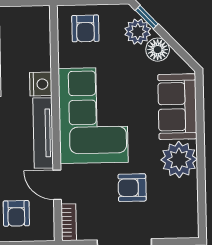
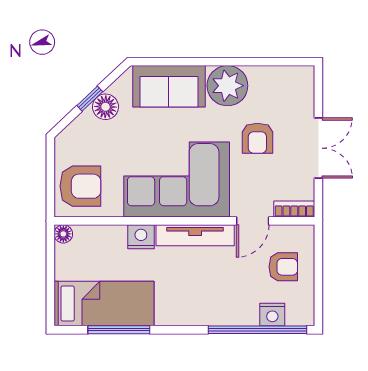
floor lamp: (42, 14) -> (63, 234), added
window: (147, 17) -> (90, 99), moved
armchair: (85, 28) -> (80, 186), width x1.38, depth x1.38
plant: (138, 32) -> (85, 128), removed

